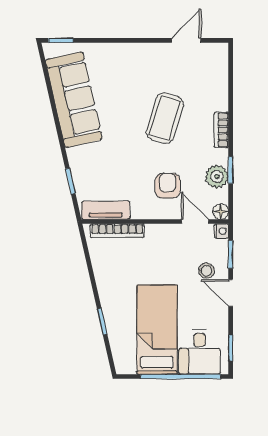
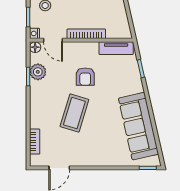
bookcase: (221, 130) -> (35, 142), moved
armchair: (168, 186) -> (85, 77), moved
bookcase: (117, 231) -> (86, 34), moved

